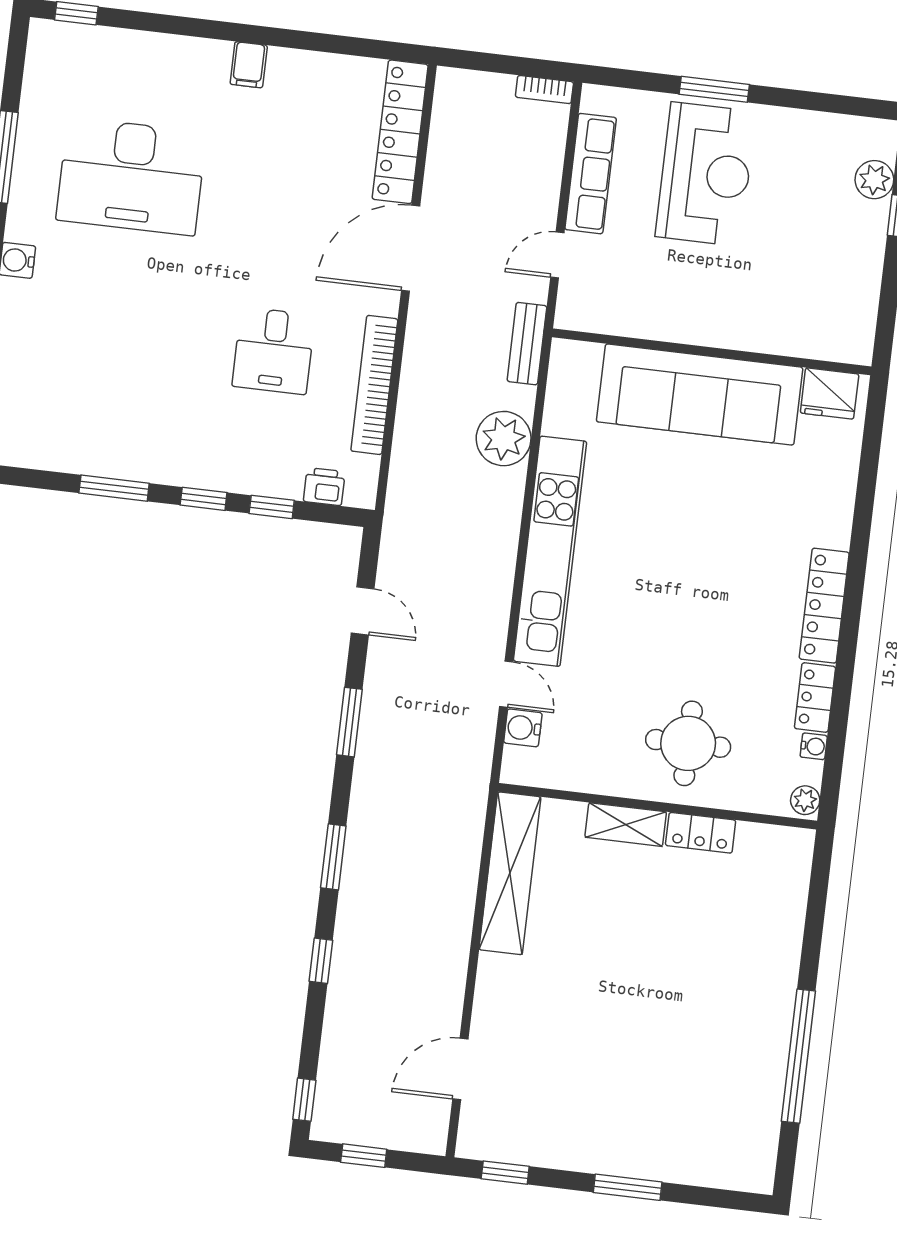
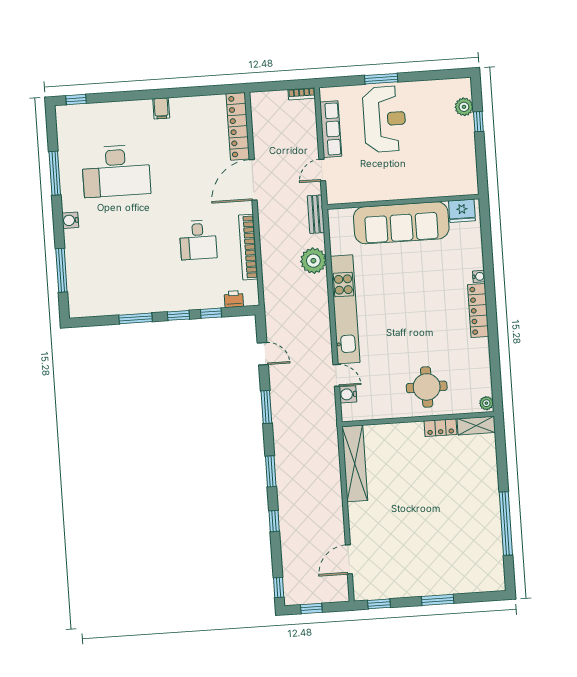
locker: (815, 698) -> (482, 354), removed
water cooler: (814, 746) -> (479, 276), moved
shelving: (626, 825) -> (476, 426), moved

